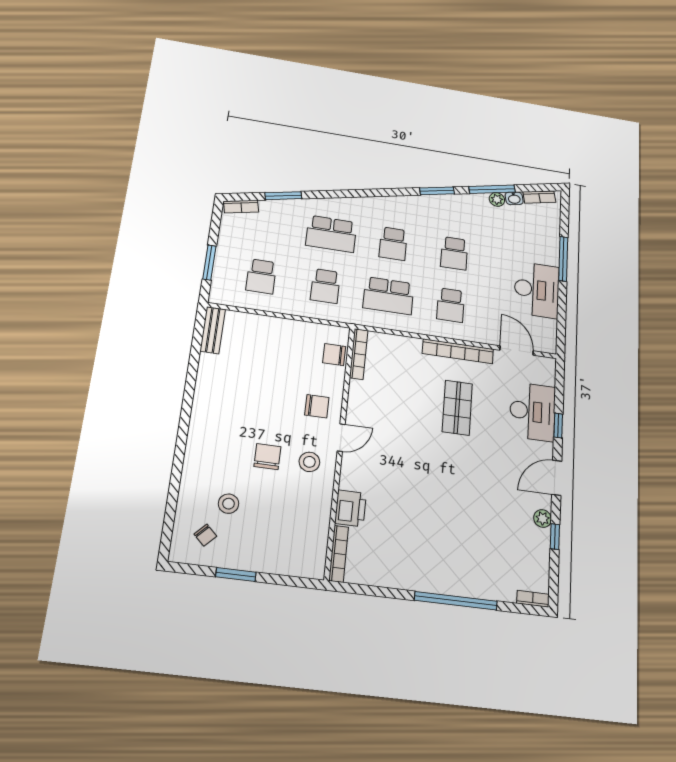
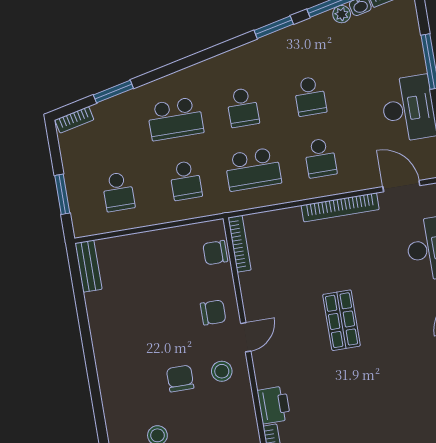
shop shelf: (457, 408) -> (341, 320), moved

